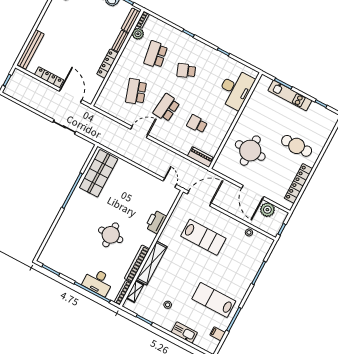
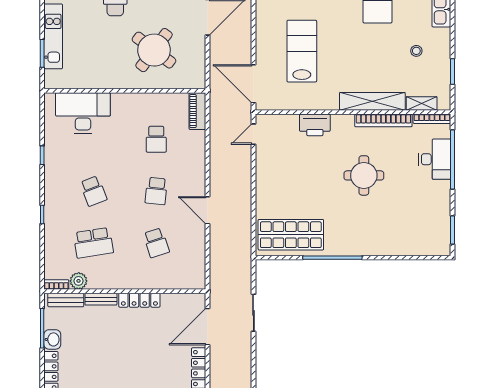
school desk: (136, 92) -> (156, 243), width x0.54
school desk: (167, 108) -> (156, 191), width x0.54
round table: (250, 151) -> (154, 50), turned 36

